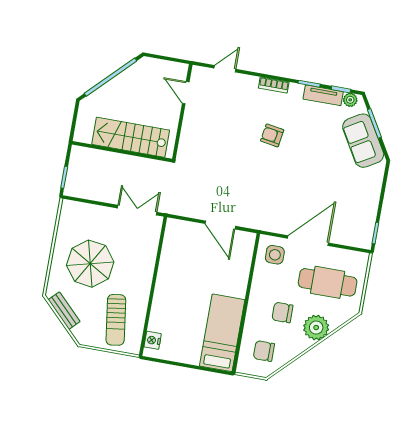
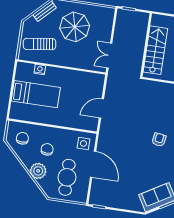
double door: (137, 210) -> (109, 56), swing flipped
bed: (222, 333) -> (36, 94), moved
nightstand: (153, 340) -> (40, 70), moved

